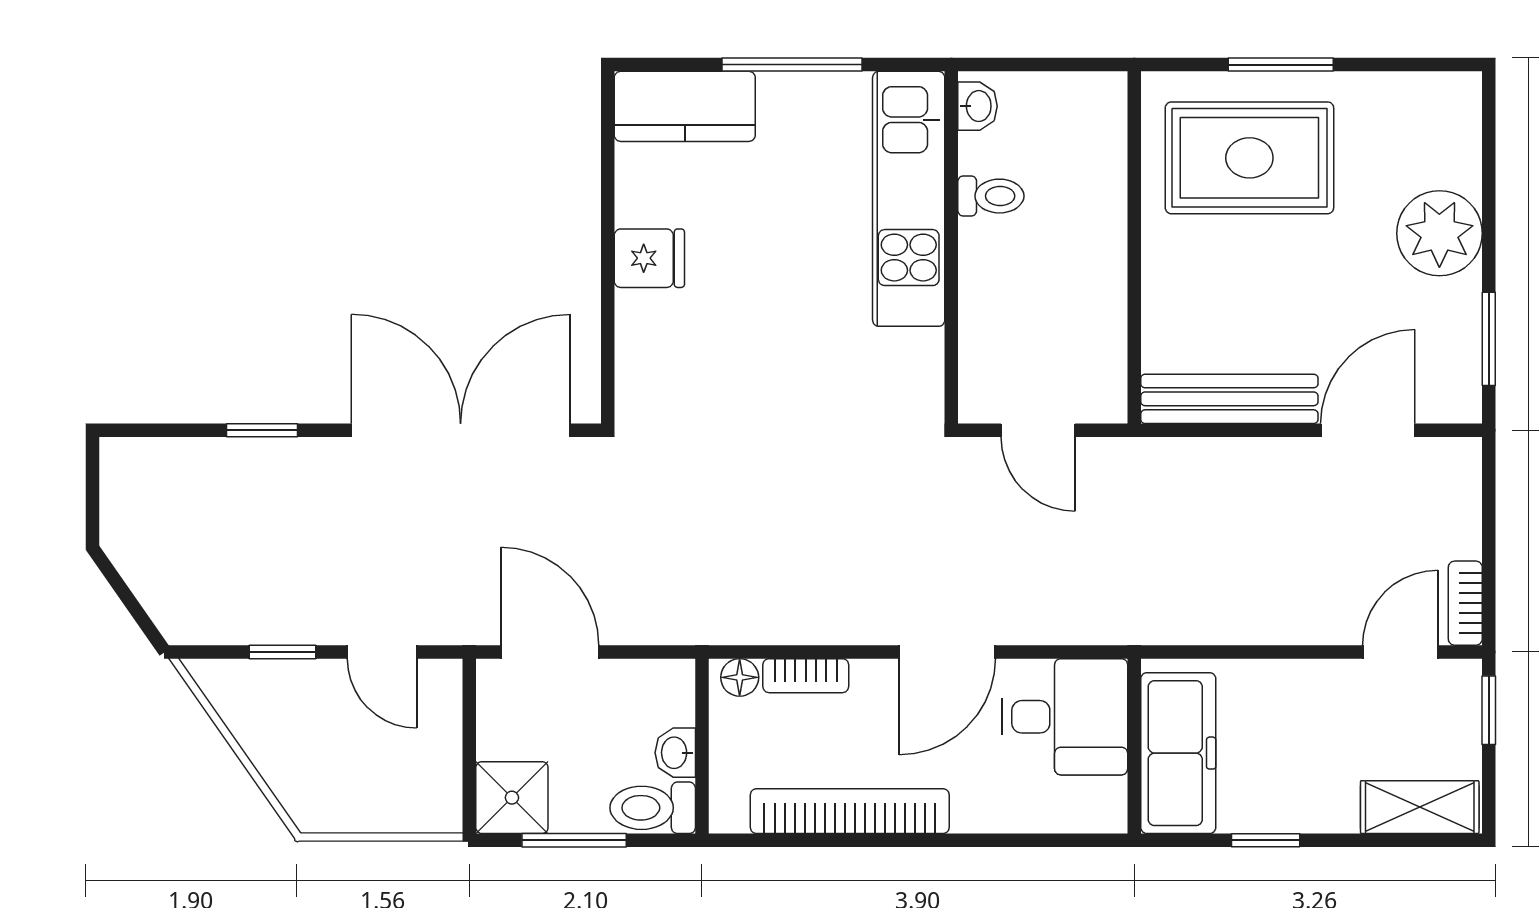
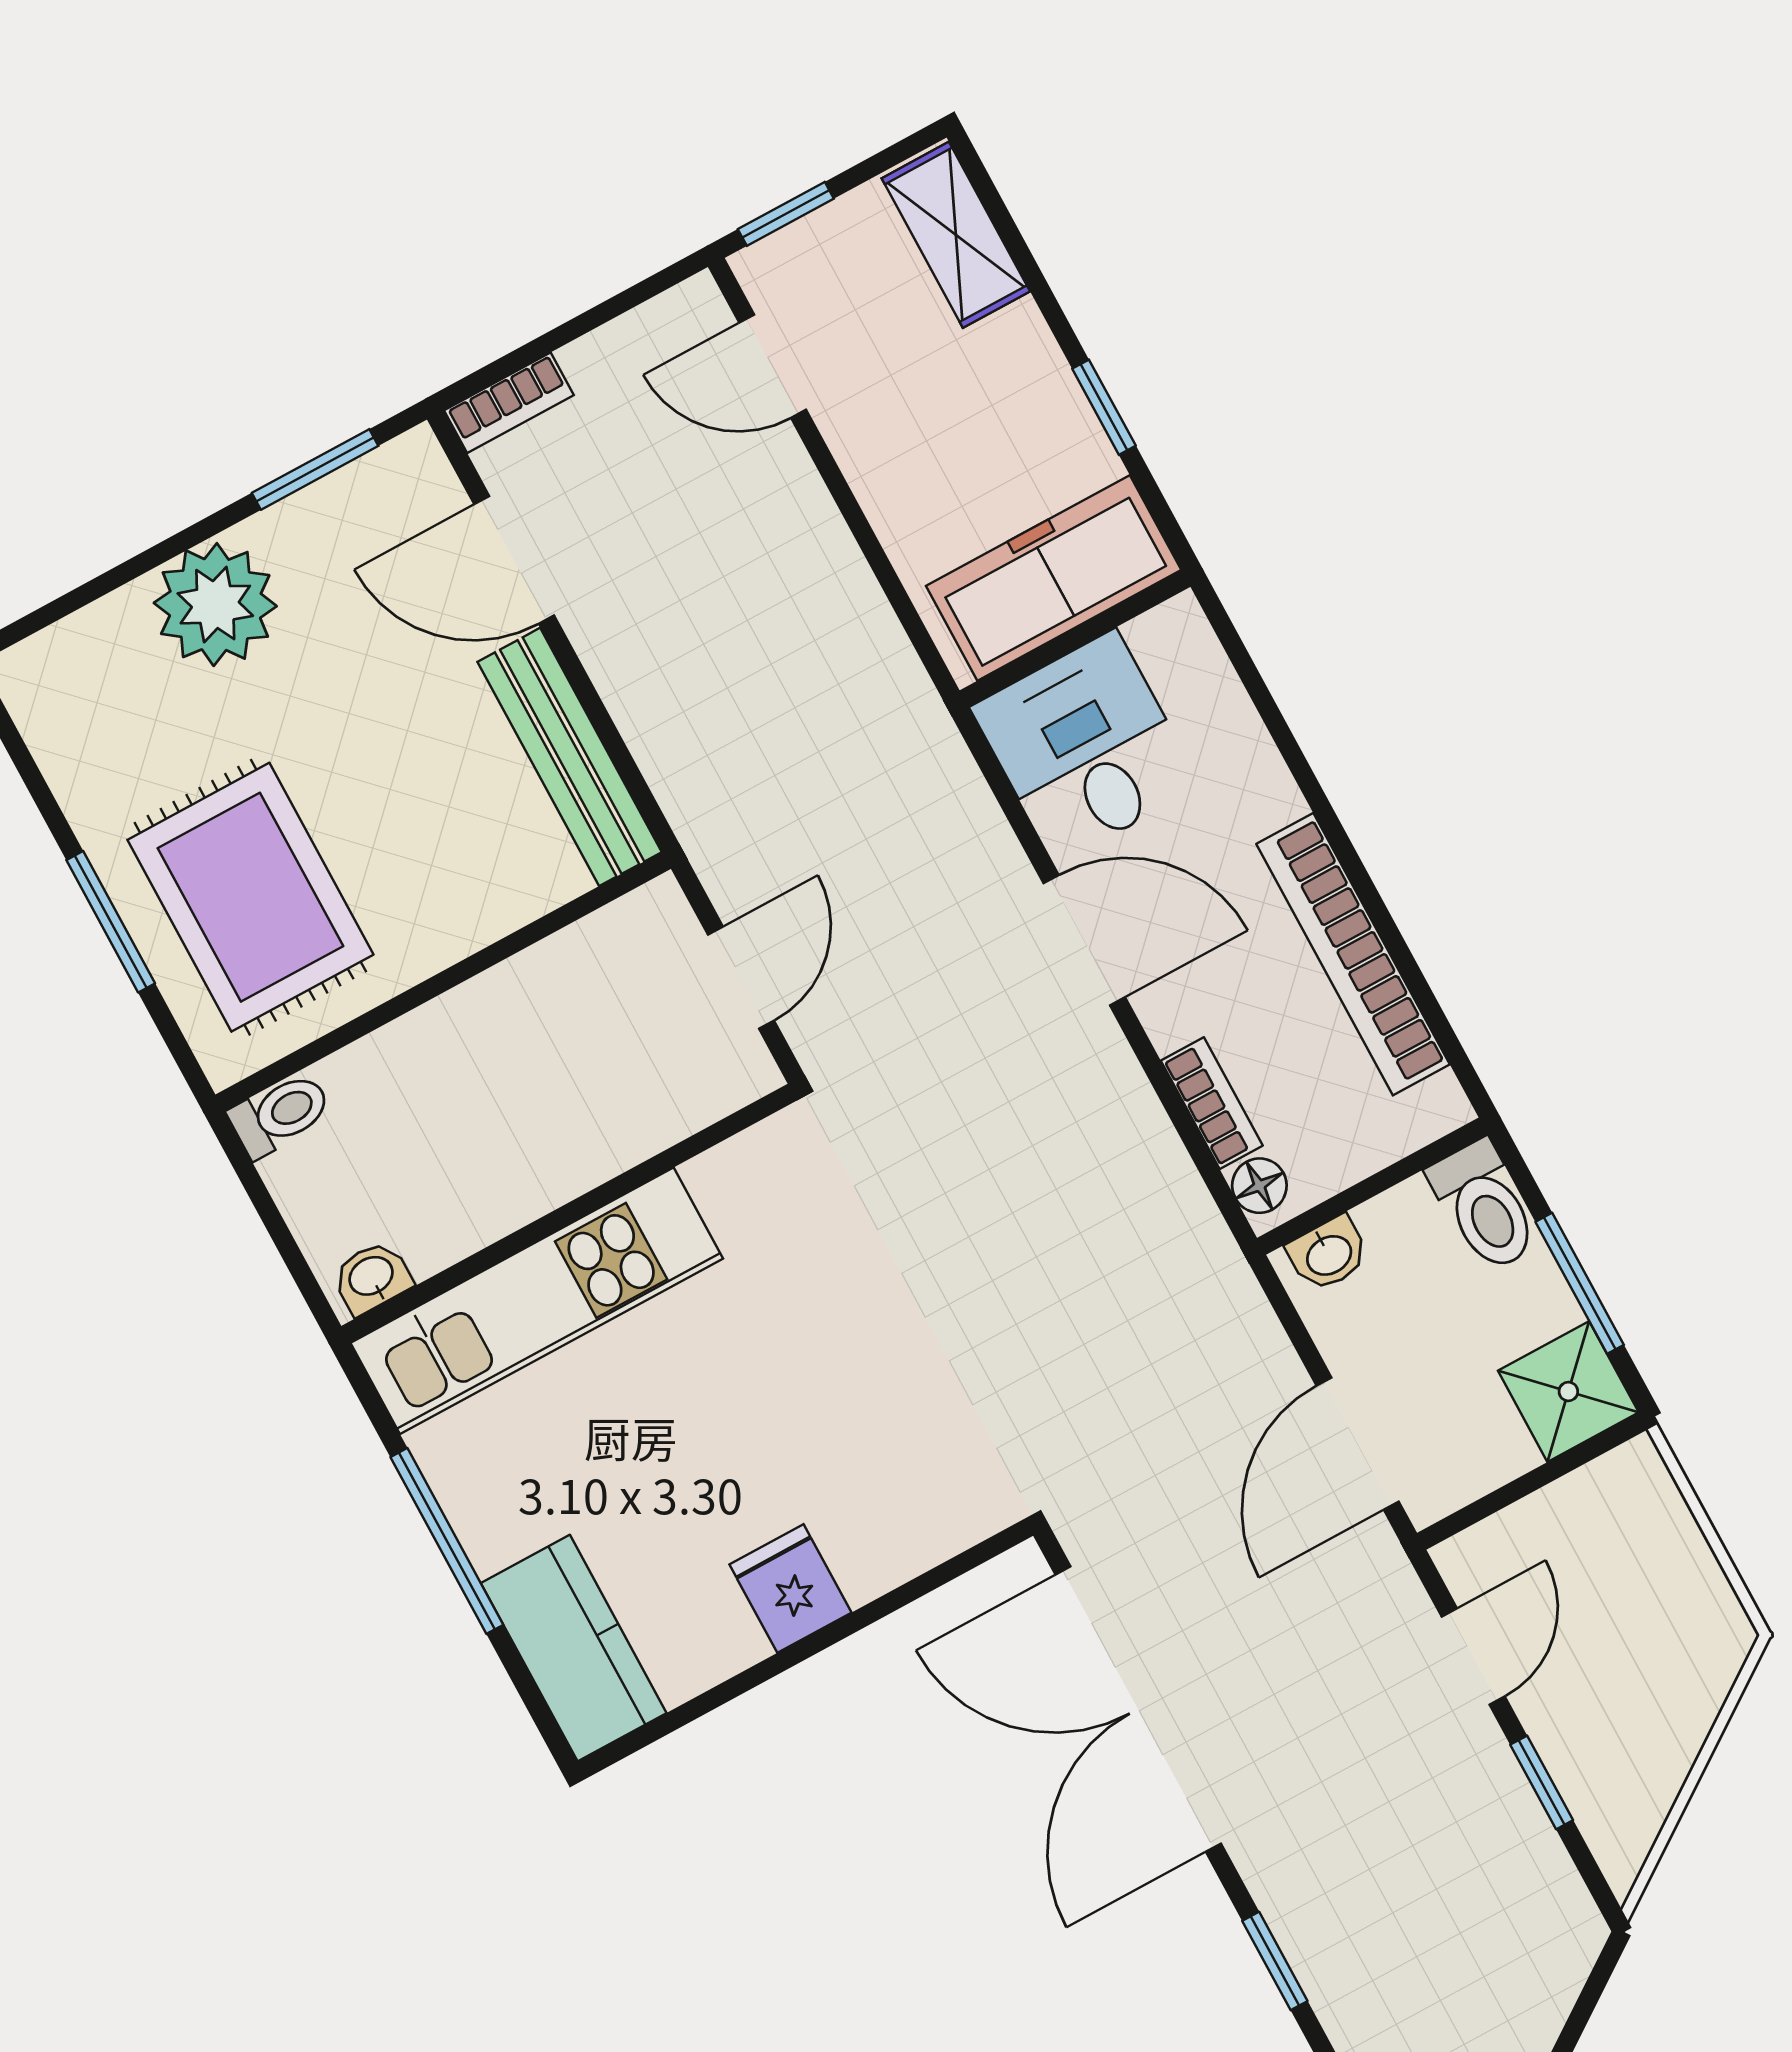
toilet: (991, 196) -> (280, 1114), moved, turned 90
bookcase: (1465, 603) -> (509, 403), moved
washbasin: (675, 753) -> (1328, 1254), moved

